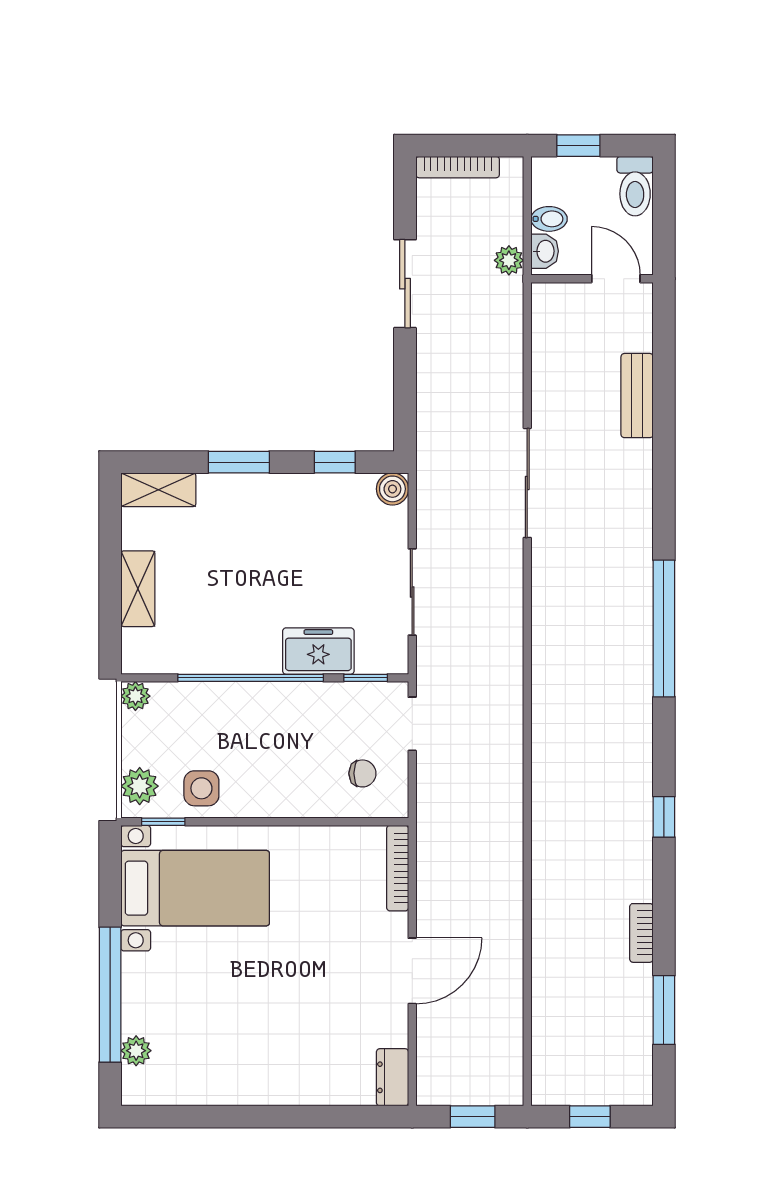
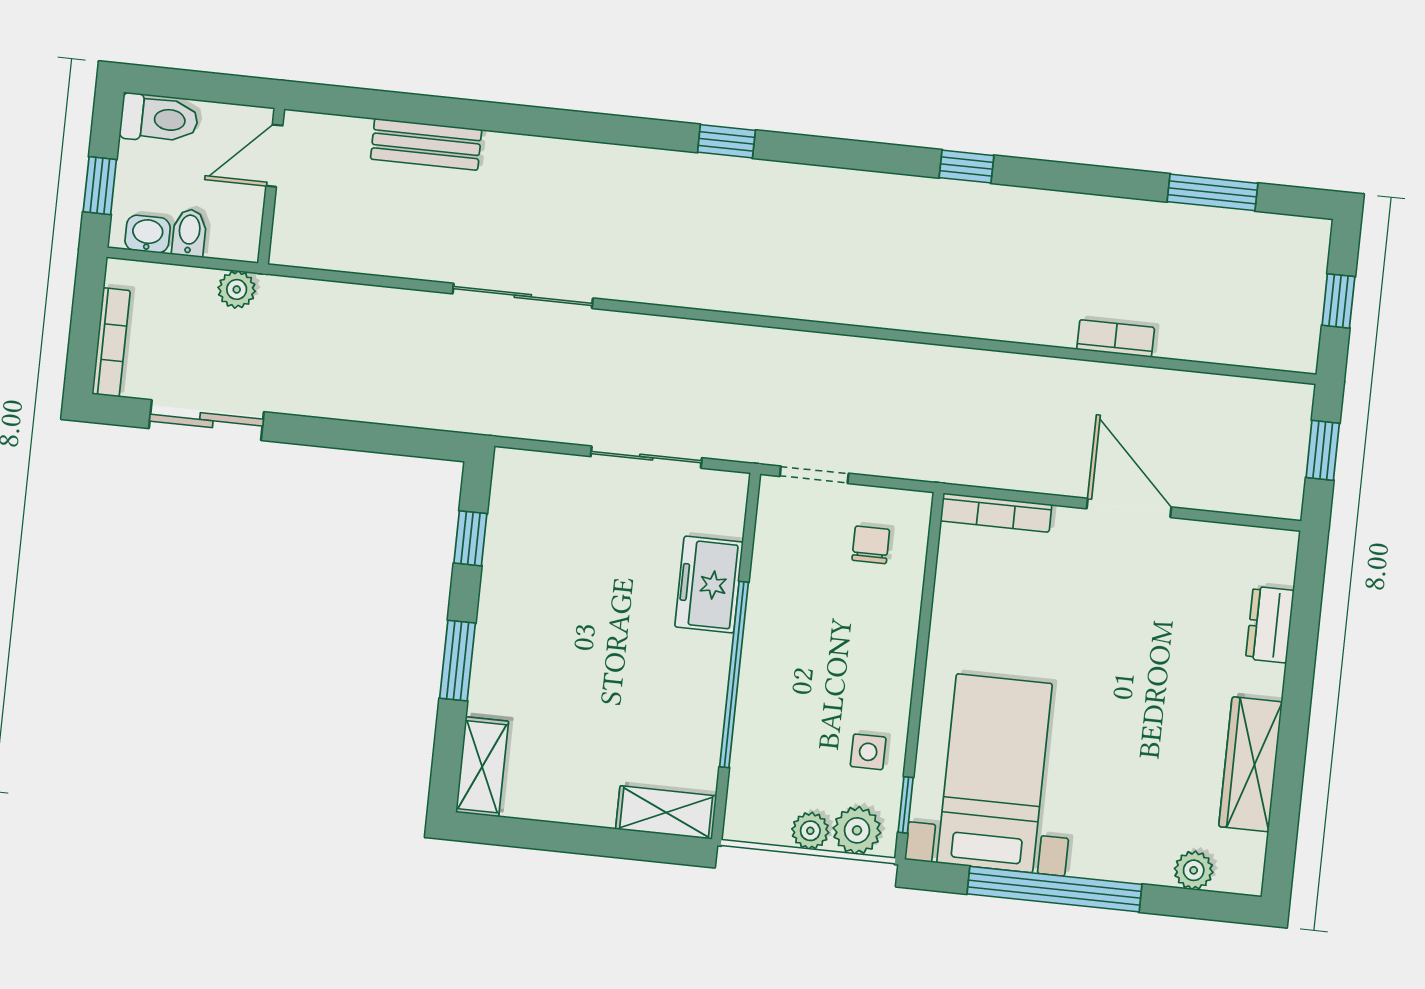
washbasin: (545, 251) -> (148, 234), moved
sliding door: (405, 284) -> (206, 420), moved
boiler: (392, 489) -> (512, 468), removed
shelving: (138, 589) -> (666, 812), moved
window: (664, 628) -> (726, 141), width x0.32
window: (366, 678) -> (749, 528), removed
plant: (135, 696) -> (810, 831), moved
side table: (201, 788) -> (868, 752), width x0.73, depth x0.73
bookcase: (641, 933) -> (1116, 338), moved, turned 180
window: (110, 995) -> (1054, 889), moved
dresser: (392, 1077) -> (1270, 625), moved, turned 90
wardrobe: (223, 1086) -> (1250, 764), added

